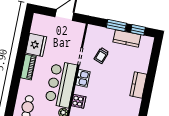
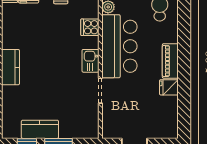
fridge: (36, 45) -> (169, 87), width x0.53, depth x0.75
trolley: (101, 56) -> (71, 98), removed

